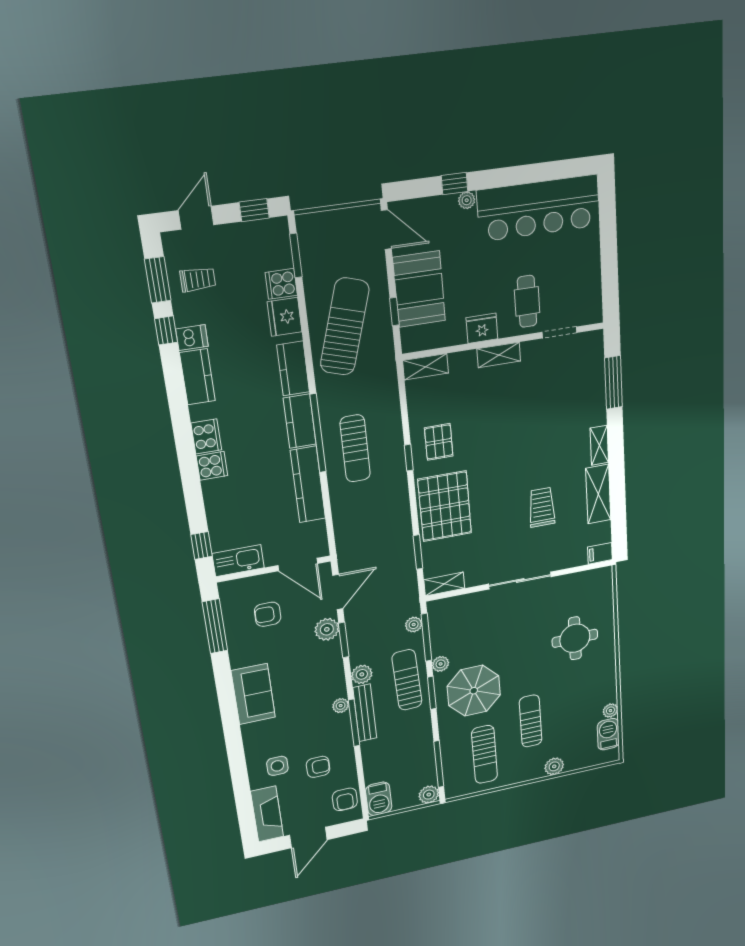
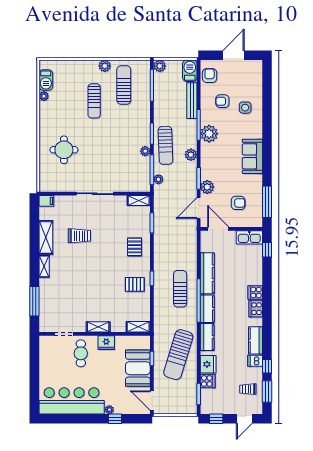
pallet: (439, 442) -> (135, 284), turned 90
pallet: (445, 506) -> (135, 247), width x0.49, depth x0.50
trolley: (542, 507) -> (79, 236), turned -90
parasol: (474, 691) -> (127, 129), removed
plant: (341, 706) -> (209, 134), width x1.88, depth x1.88
bench: (365, 713) -> (192, 101), moved
plant: (554, 766) -> (105, 66), moved
fireplace: (267, 814) -> (255, 77), removed

